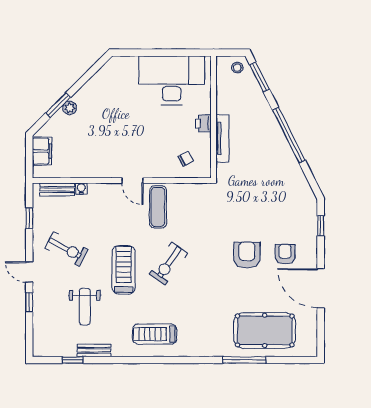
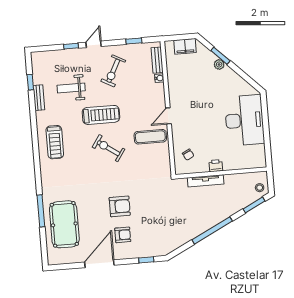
desk: (172, 80) -> (244, 120), moved
treadmill: (155, 334) -> (55, 142), turned 180

